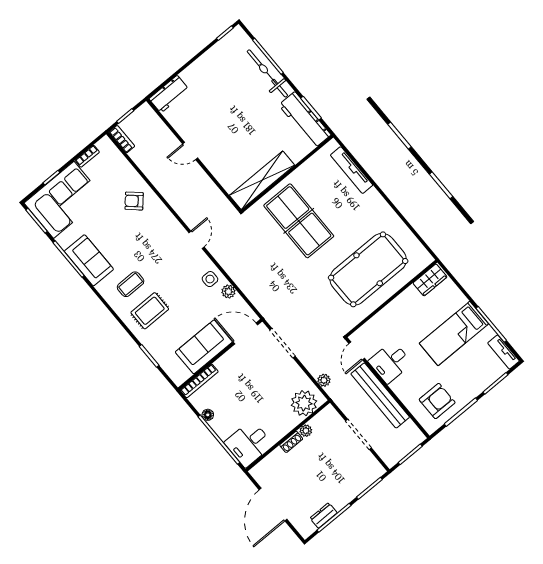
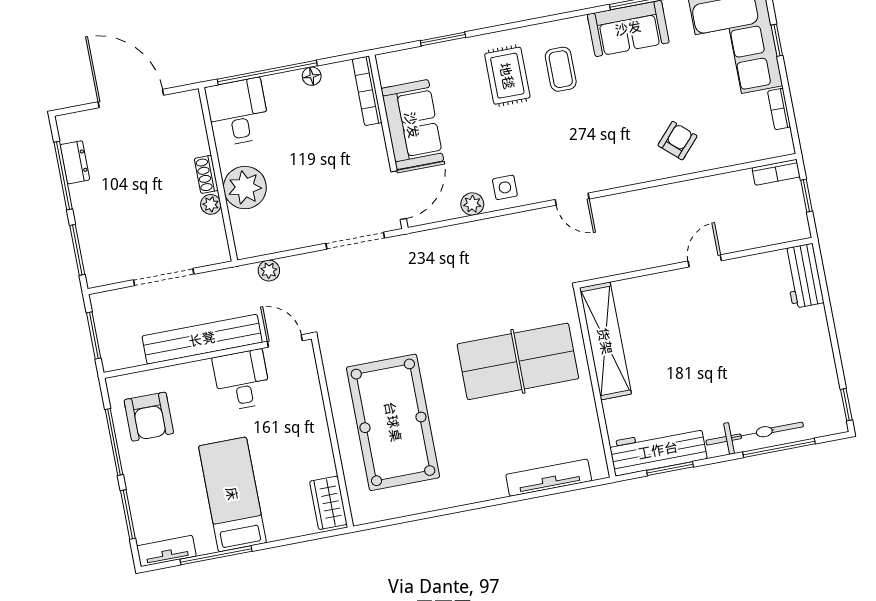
plant: (304, 403) -> (245, 188), moved

